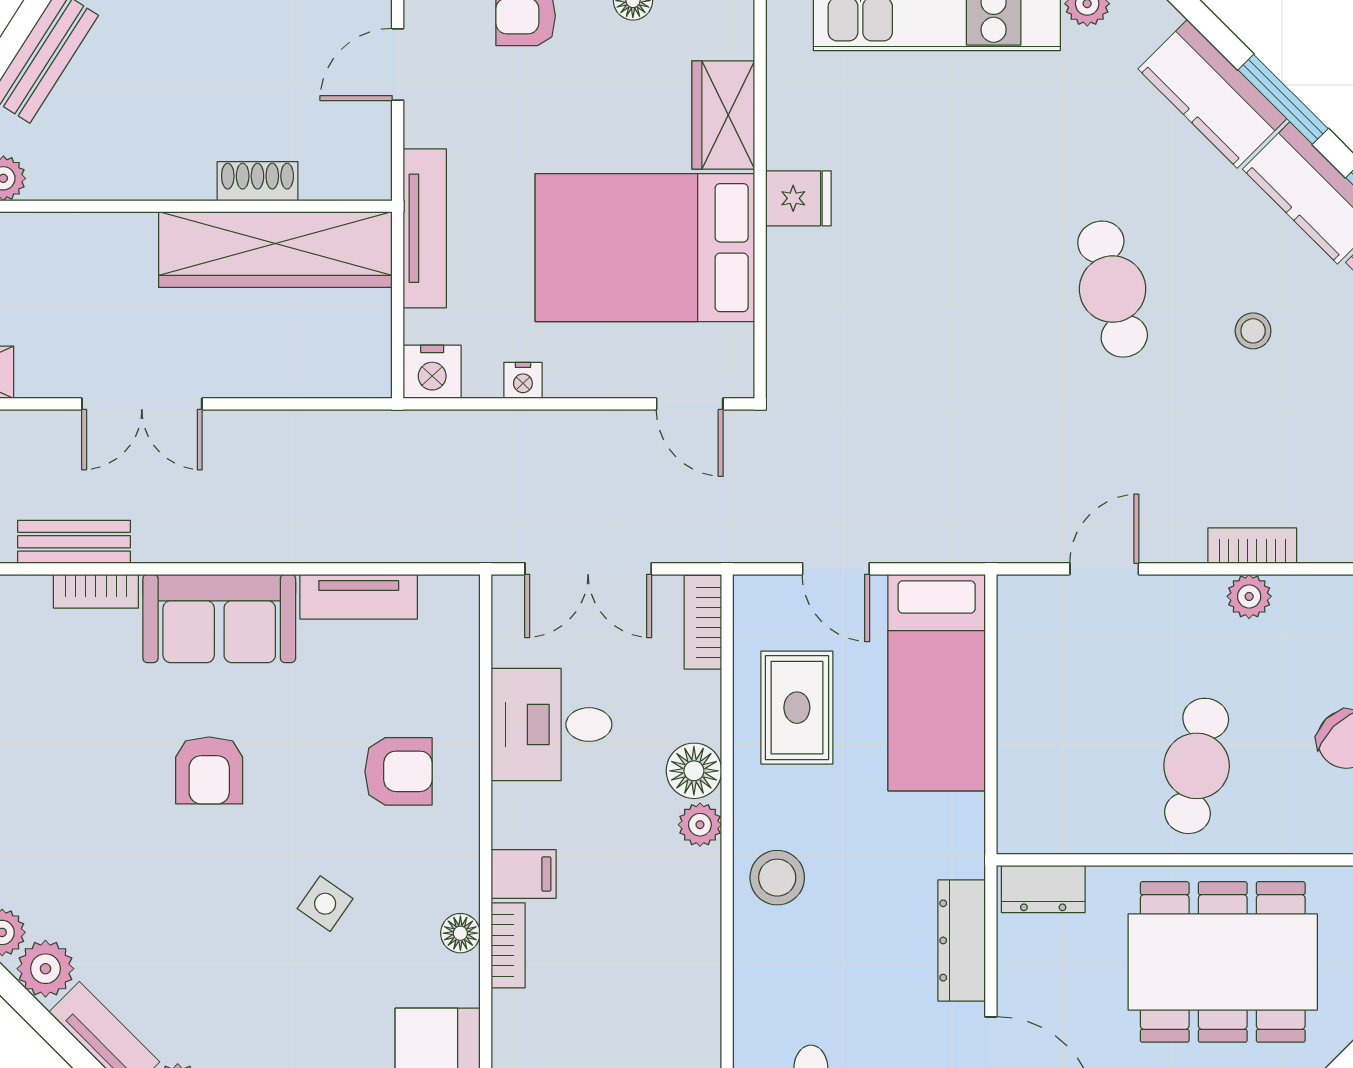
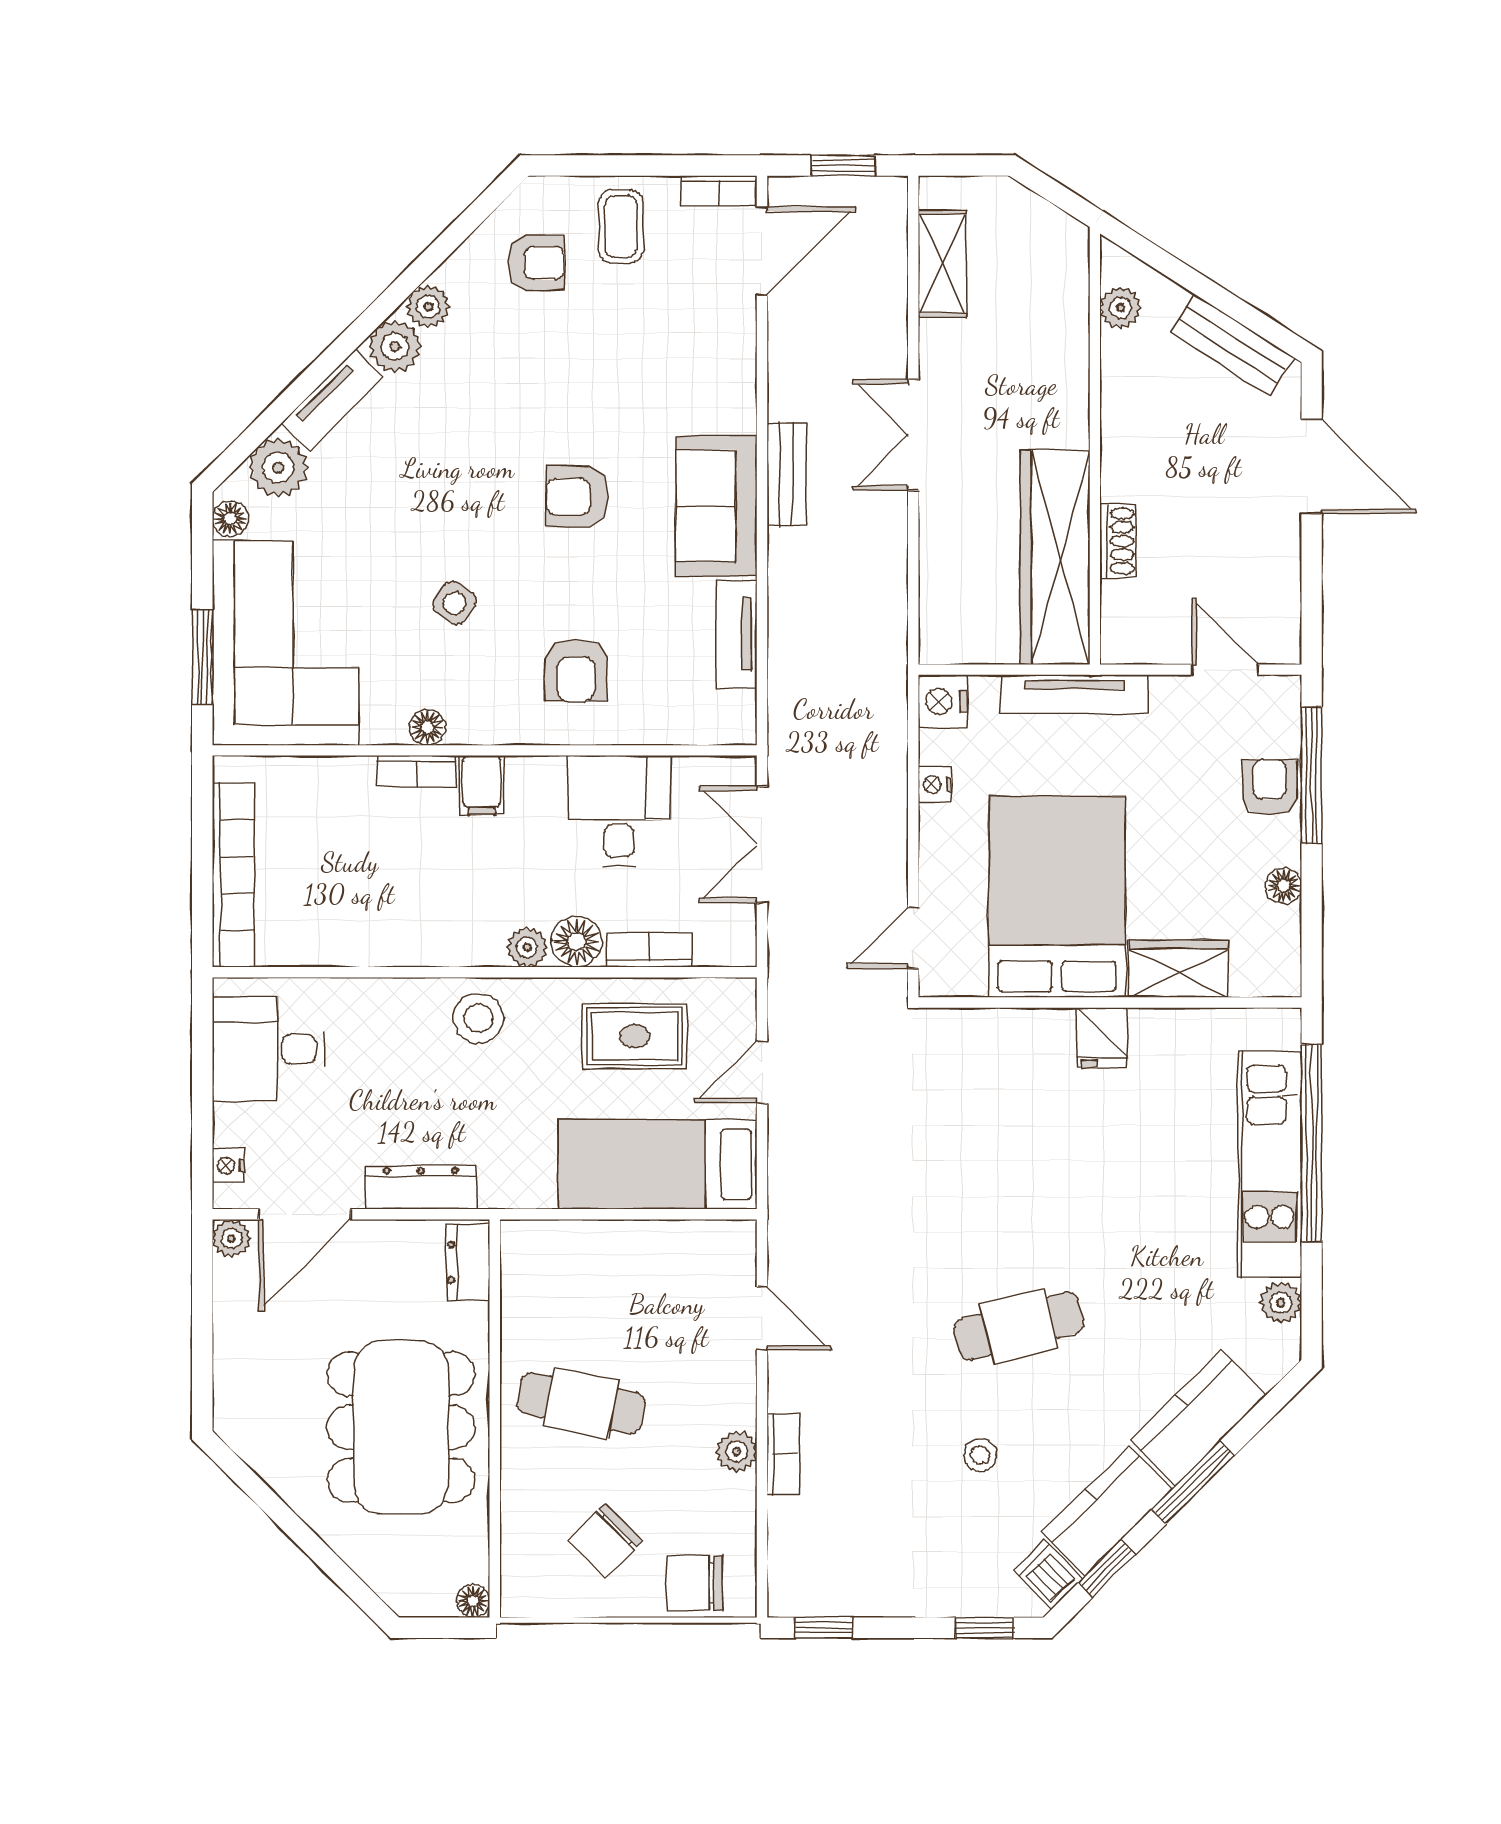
bench: (74, 542) -> (787, 474), moved
bookcase: (96, 591) -> (741, 393), removed
bookcase: (703, 622) -> (649, 950), moved

